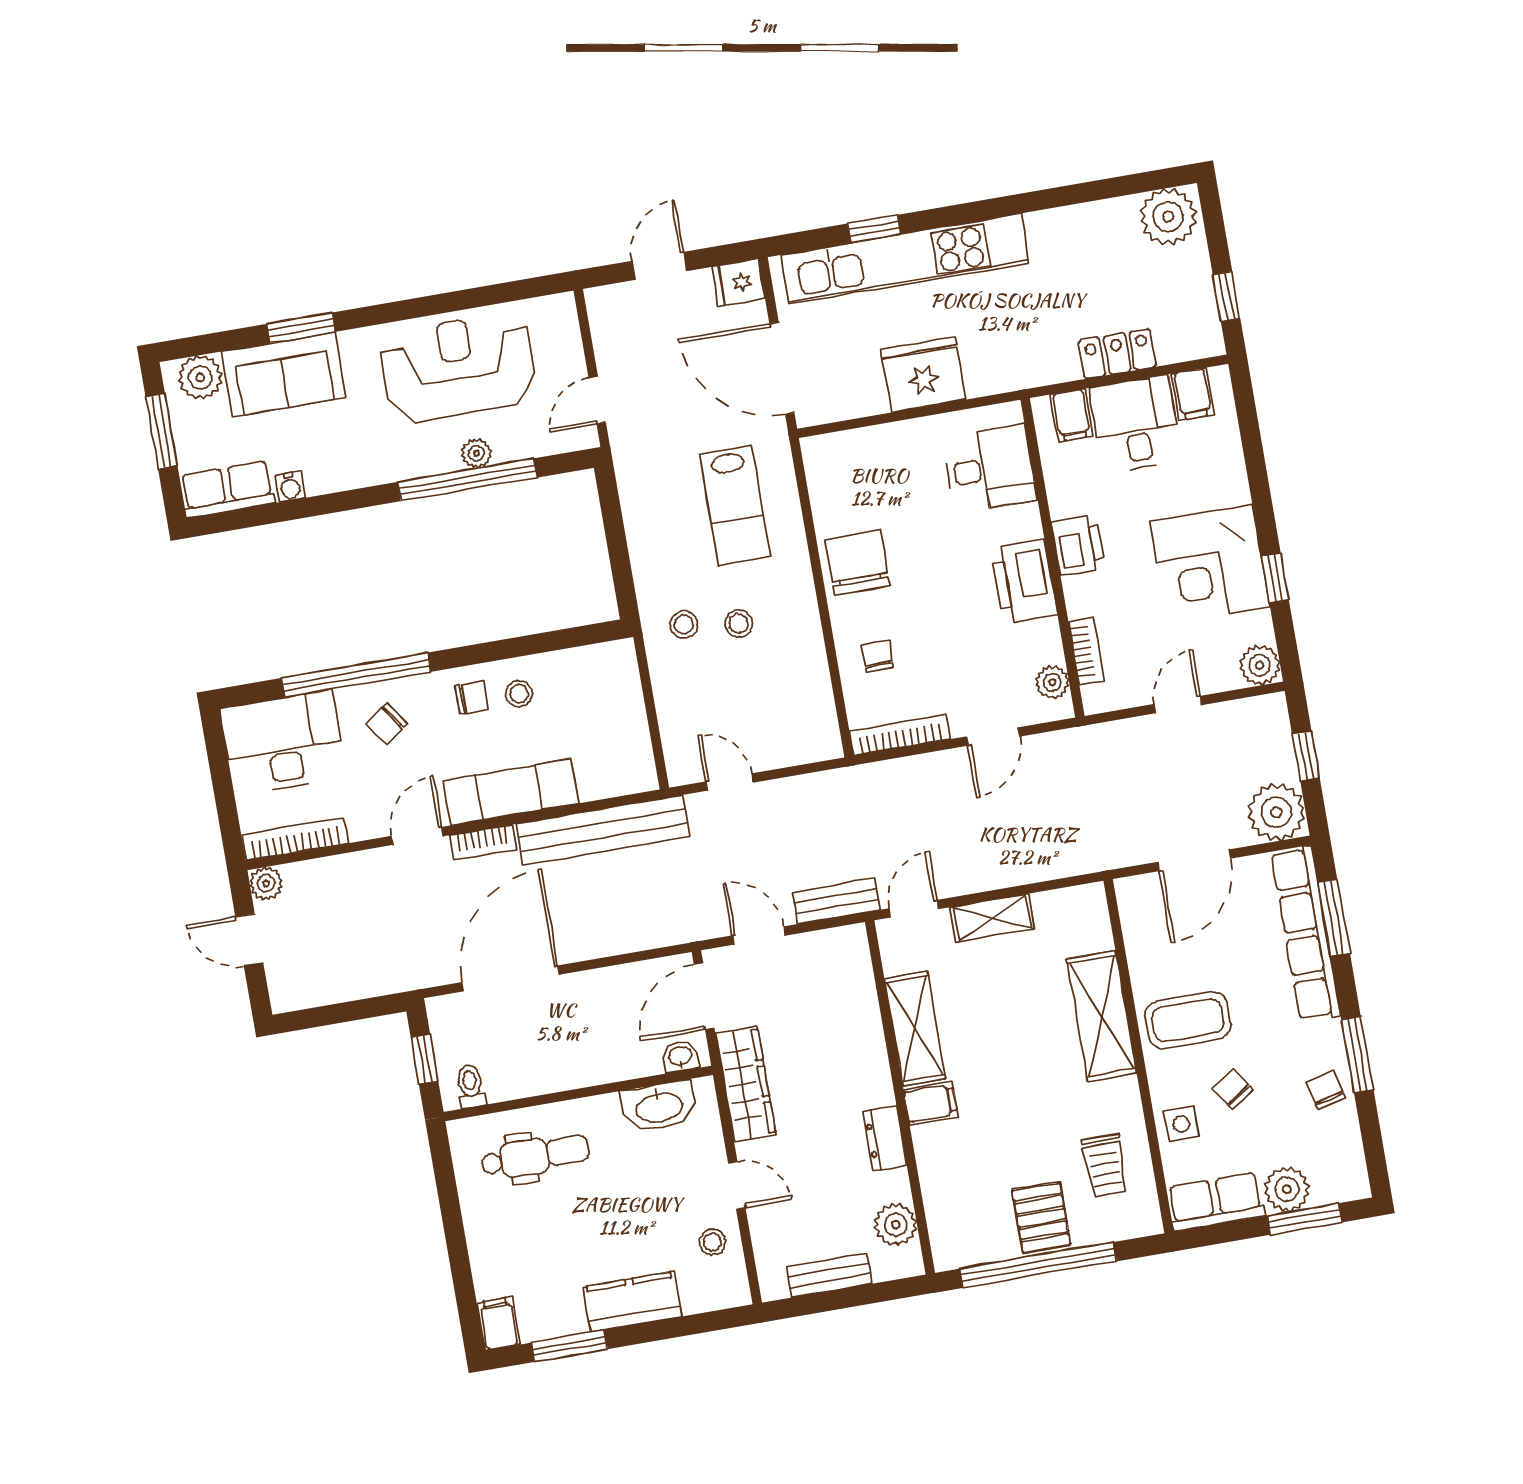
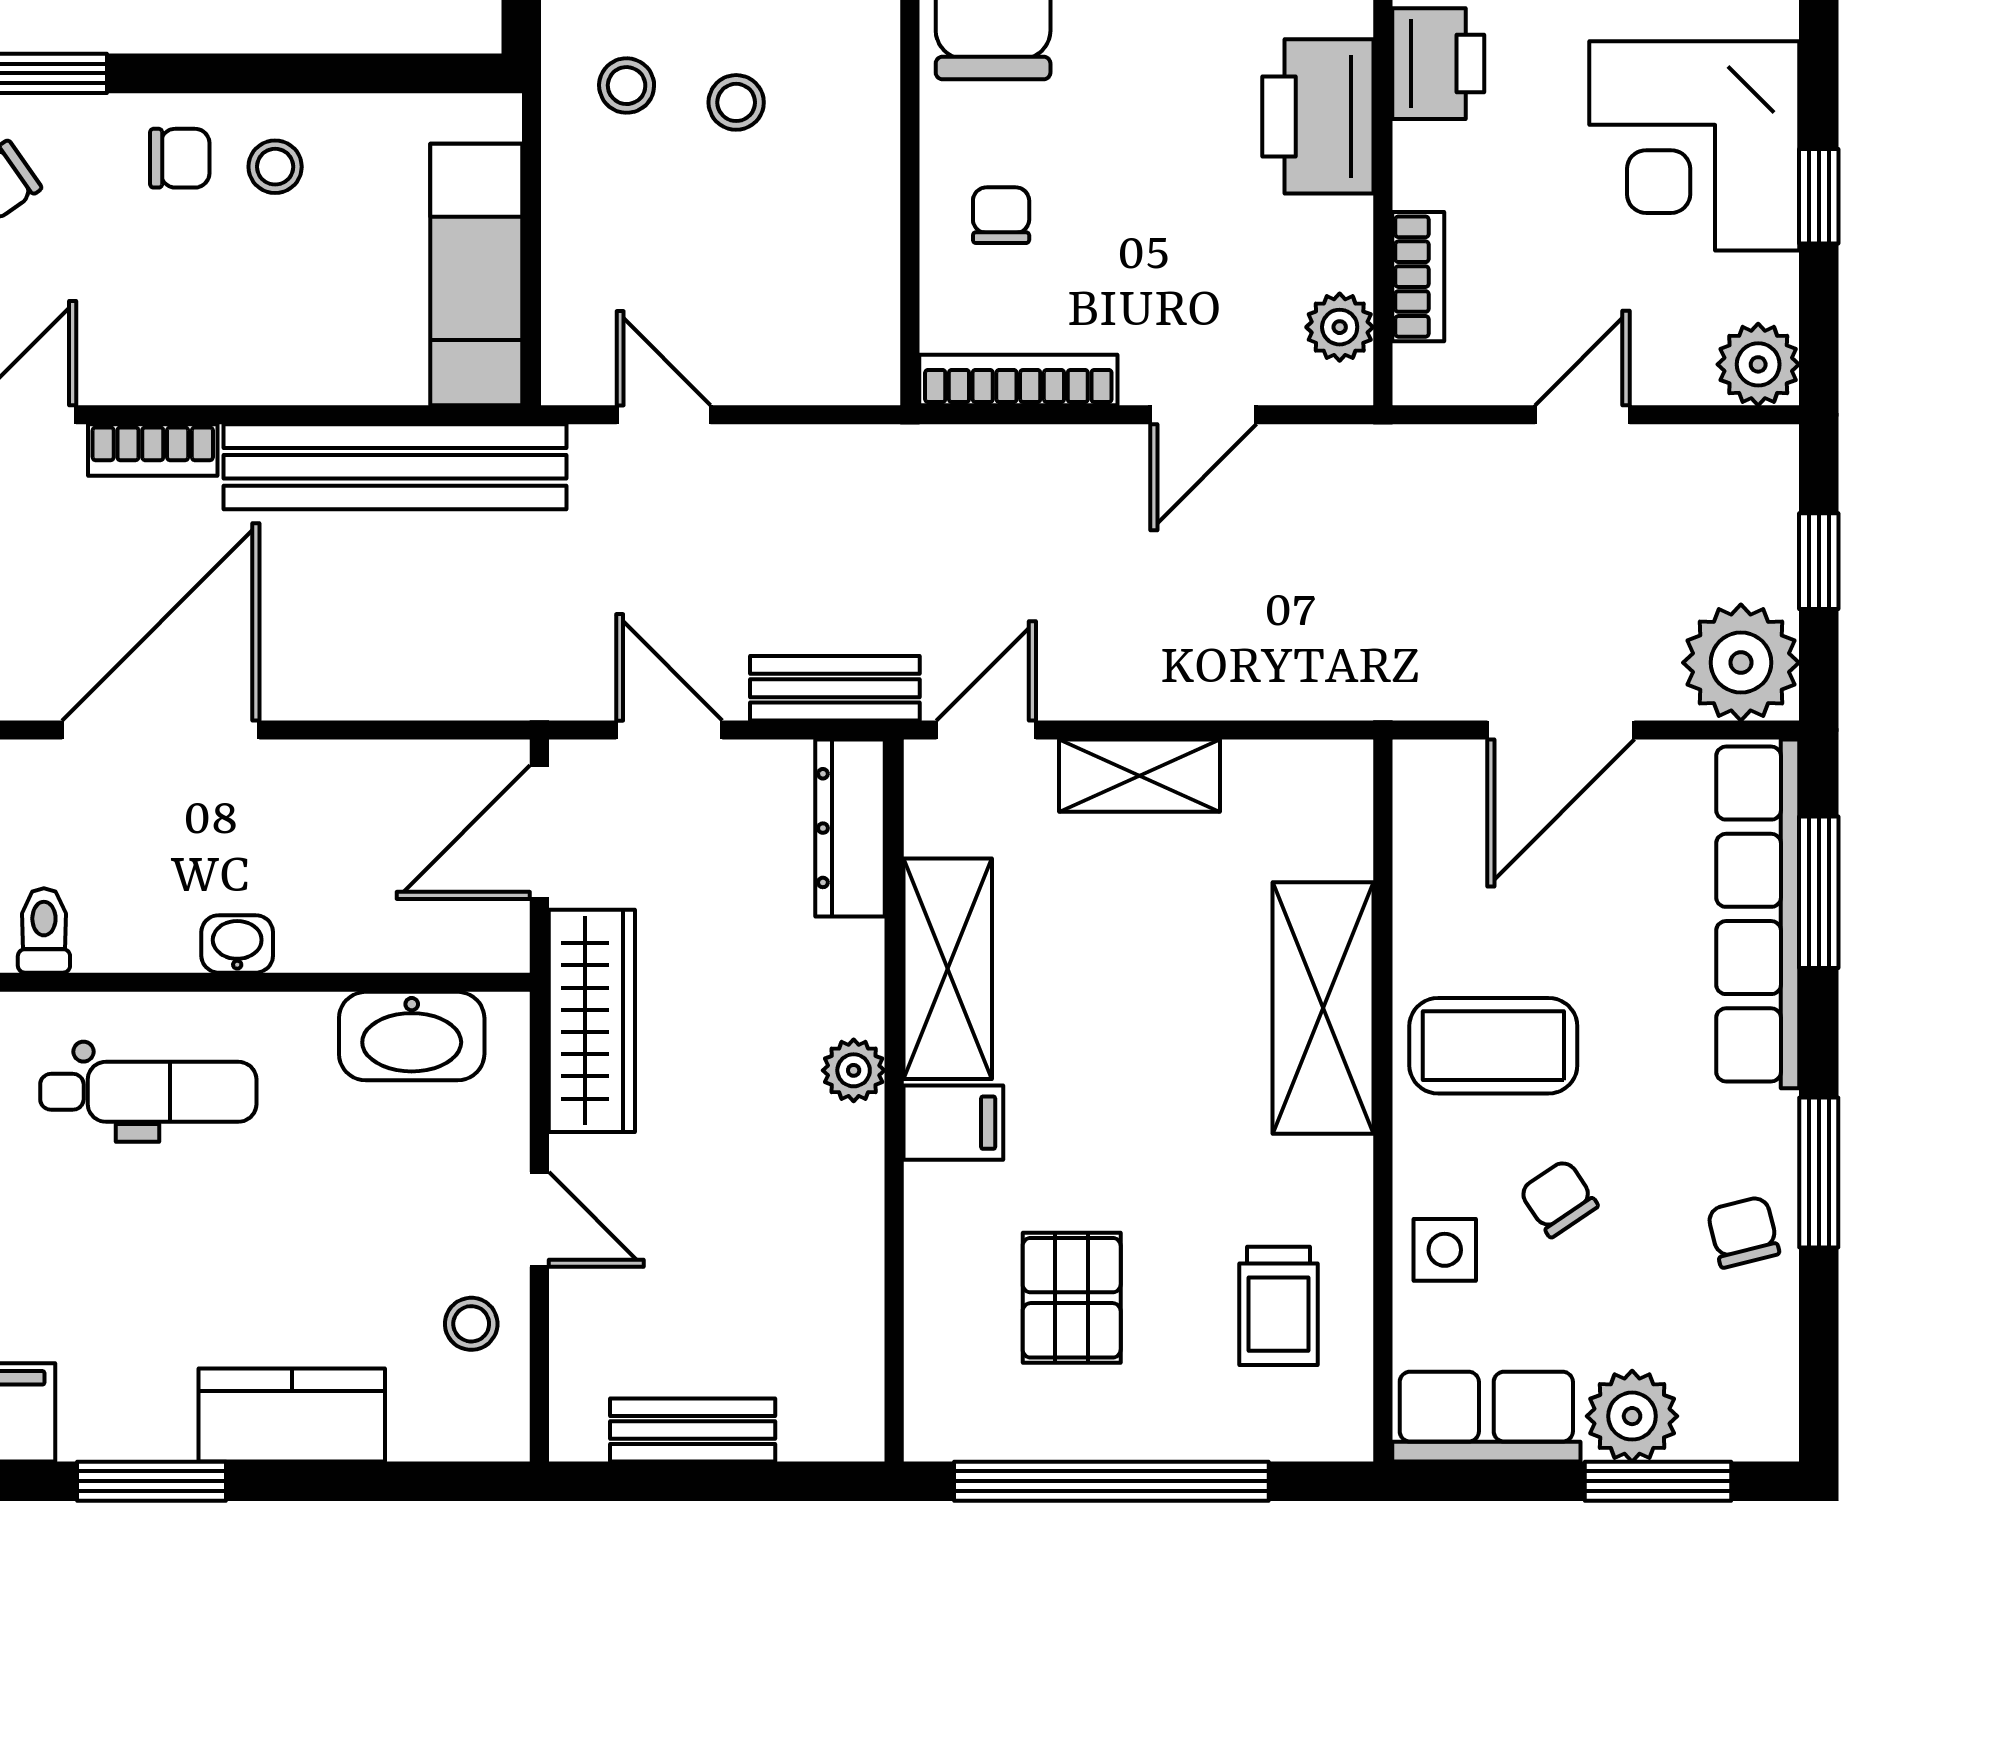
exam couch: (511, 792) -> (476, 274), moved, turned -90
washbasin: (680, 1057) -> (237, 944), moved
dresser: (885, 1138) -> (850, 828), moved, width x1.44
pallet: (1041, 1218) -> (1072, 1298), moved
plant: (896, 1225) -> (854, 1070), moved, width x0.73, depth x0.73

